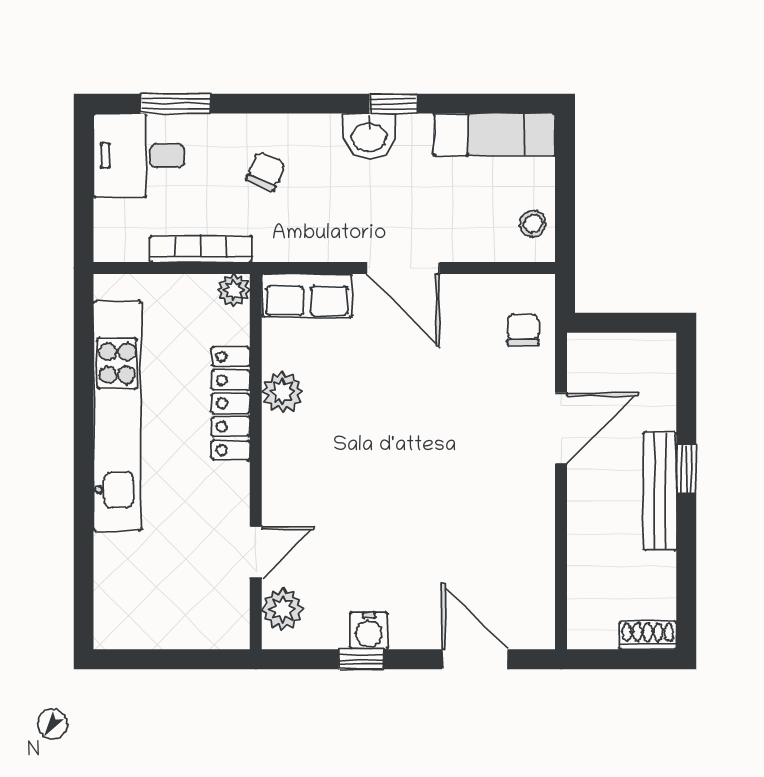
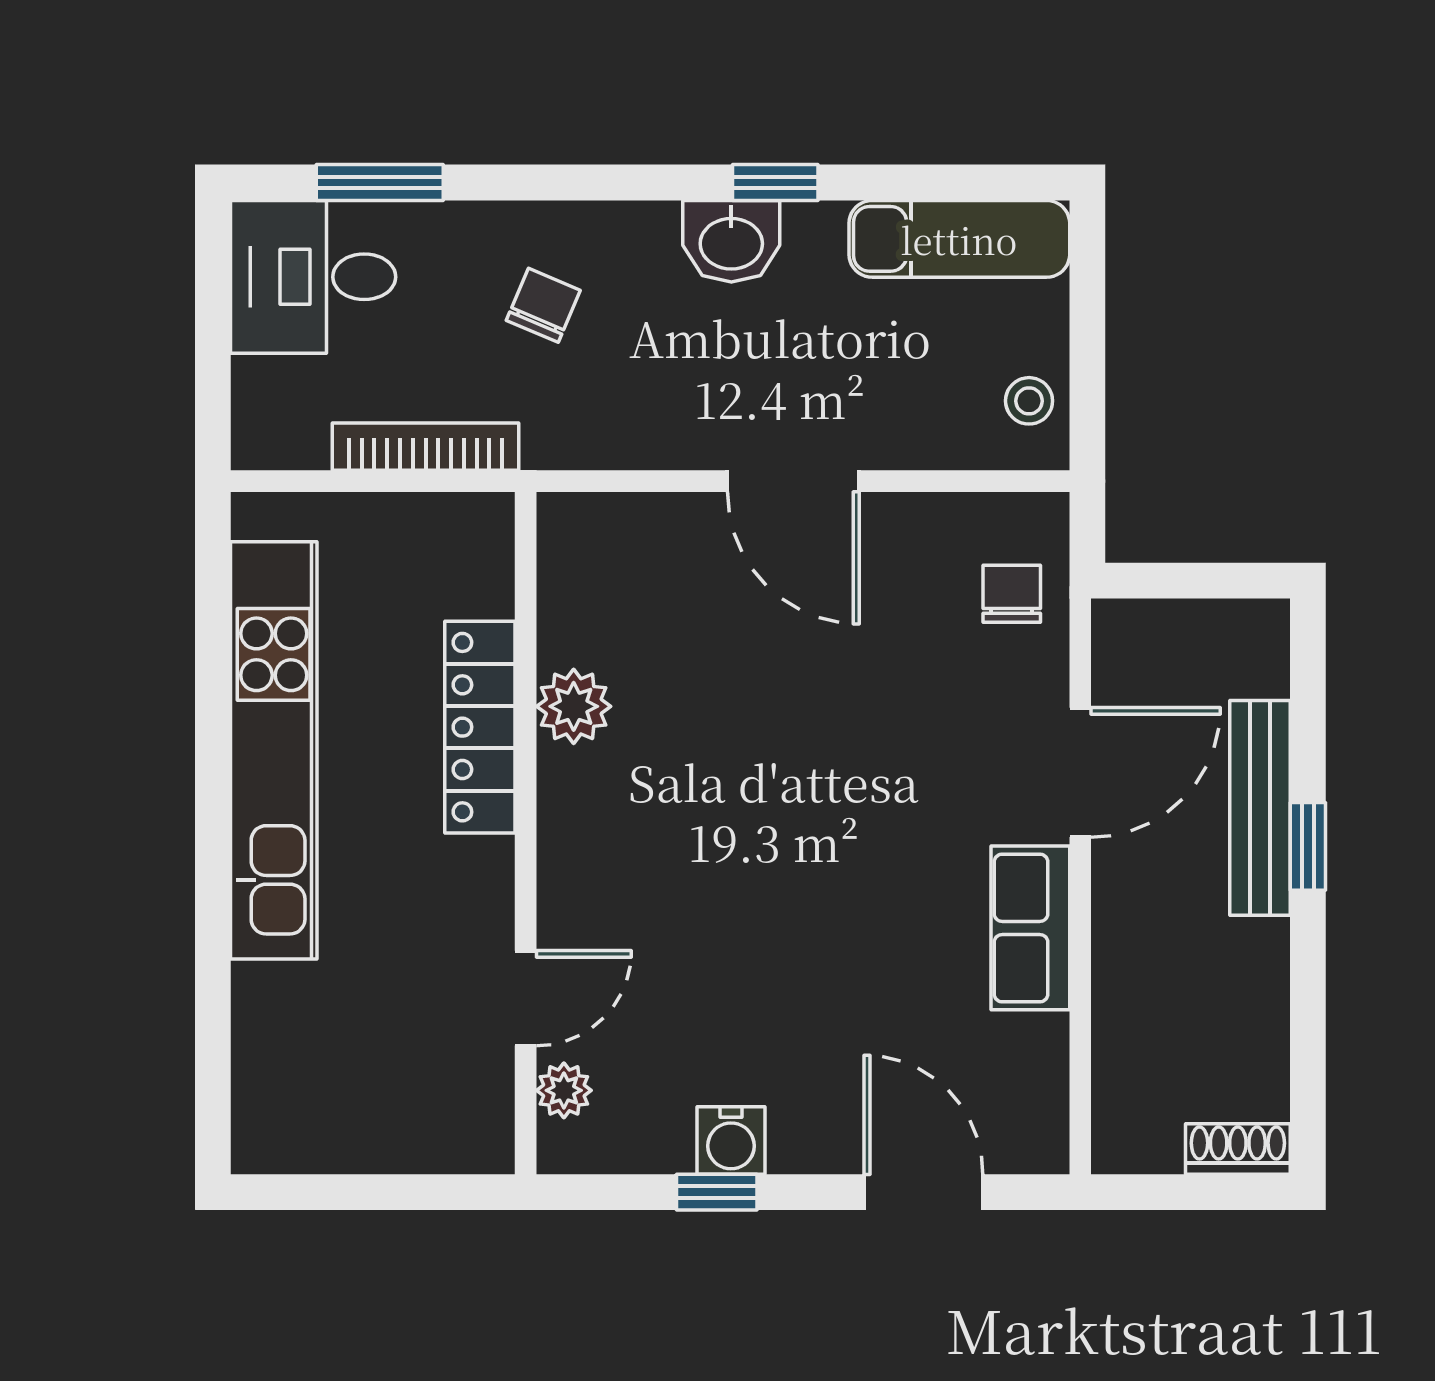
plant: (234, 290) -> (485, 522), removed
row of seats: (307, 295) -> (1030, 928), moved, turned 90
bench: (660, 491) -> (1260, 808), moved
plant: (283, 609) -> (564, 1090), width x0.73, depth x0.73

